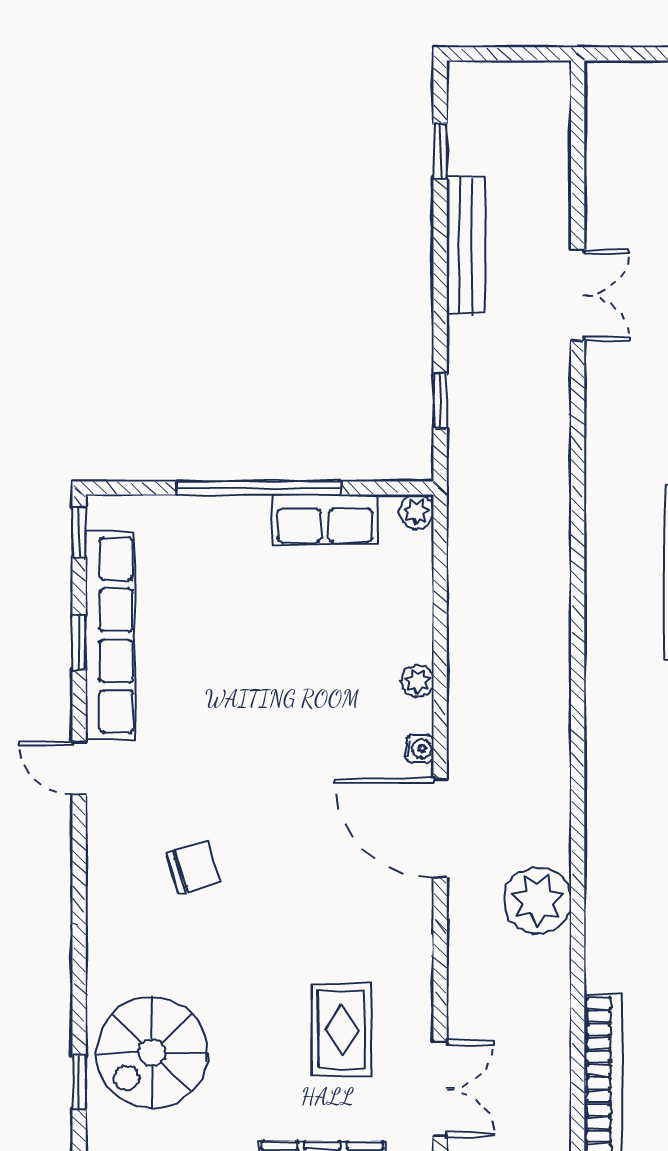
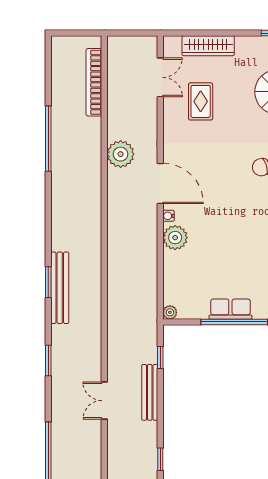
bench: (466, 245) -> (150, 392), moved
row of seats: (325, 520) -> (230, 309), moved
plant: (418, 681) -> (175, 238), width x1.87, depth x1.87
double door: (440, 1089) -> (160, 77), swing flipped

